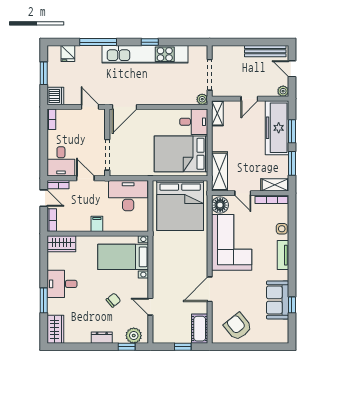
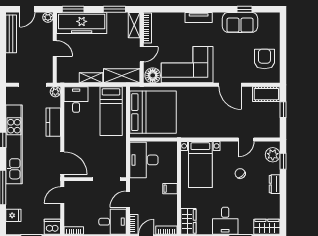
kitchen counter: (169, 97) -> (53, 122), added
shelving: (217, 113) -> (91, 78), moved
window: (292, 131) -> (73, 9), moved
bed: (181, 154) -> (111, 111), width x0.67
side table: (282, 229) -> (175, 19), removed
armchair: (238, 327) -> (264, 59), turned 129

